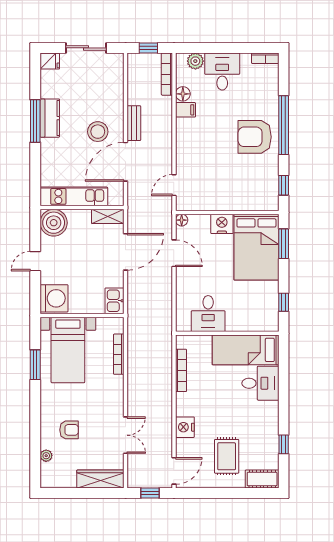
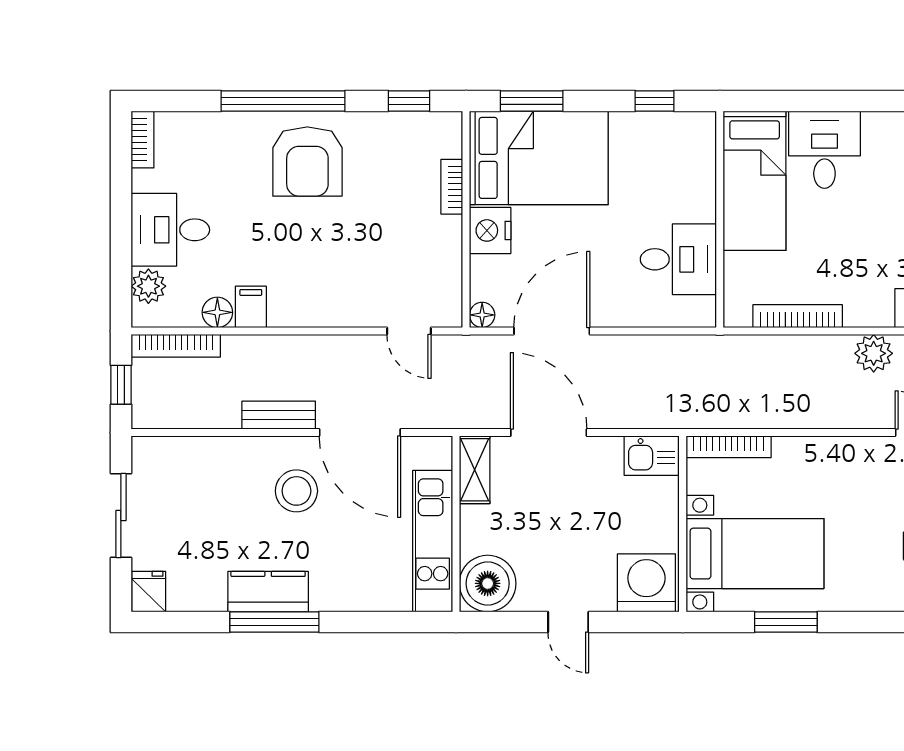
bookcase: (243, 206) -> (452, 187), added
door: (174, 253) -> (552, 331), width x1.36
bookcase: (119, 354) -> (729, 447), moved
plant: (163, 407) -> (874, 353), added

